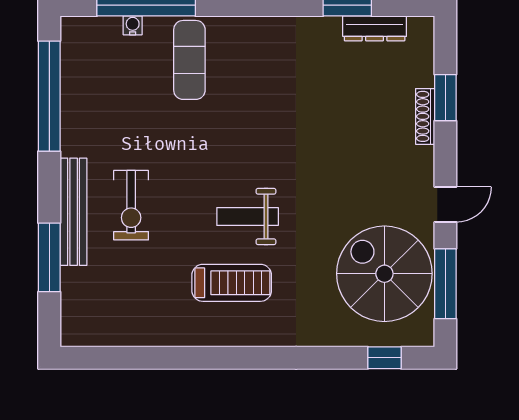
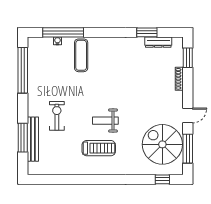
window: (445, 98) -> (188, 58), moved
exercise bike: (131, 205) -> (57, 116), turned 180
bench: (74, 212) -> (33, 139), moved

